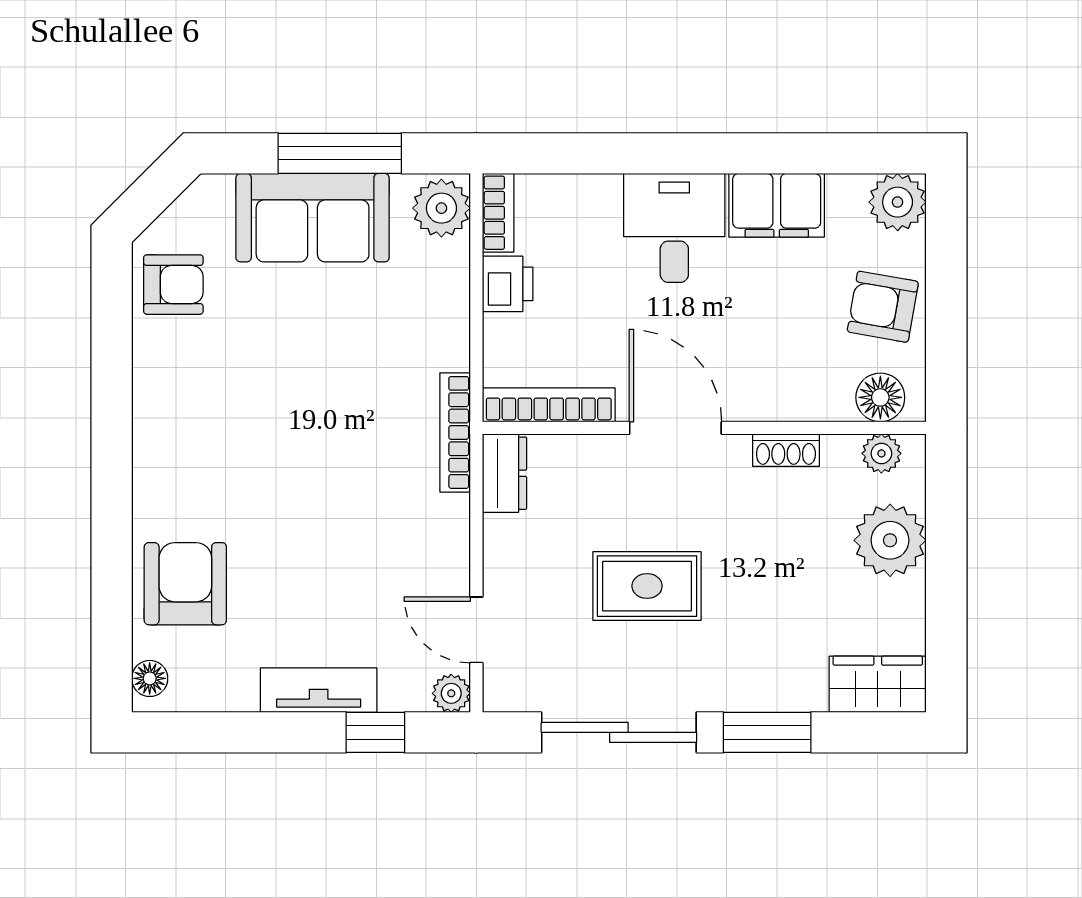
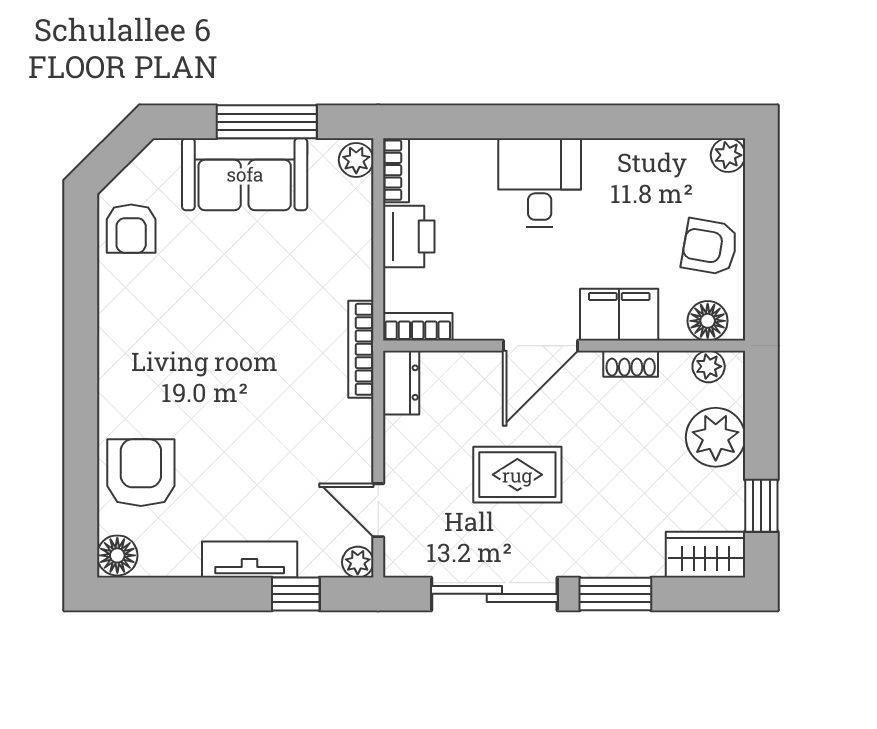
plant: (898, 202) -> (728, 155), width x0.73, depth x0.73
filing cabinet: (777, 205) -> (619, 315), moved, turned 180
plant: (441, 208) -> (356, 160), width x0.73, depth x0.73
printer: (508, 284) -> (409, 236), width x1.36, depth x1.24
armchair: (173, 285) -> (131, 229), turned 90
bookcase: (549, 405) -> (418, 327), width x0.64
door: (675, 428) -> (541, 346), swing flipped
window: (946, 624) -> (761, 506), added
floor lamp: (150, 678) -> (117, 555), width x1.37, depth x1.37

